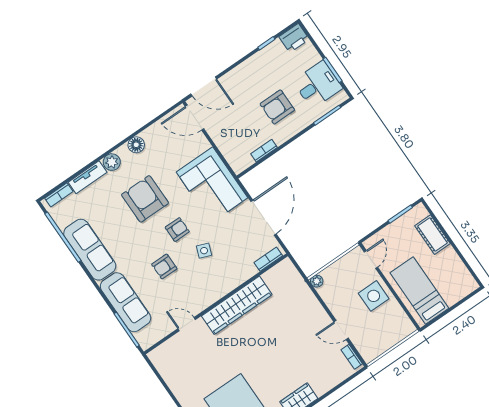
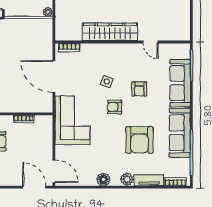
armchair: (145, 199) -> (139, 140), moved
door: (263, 218) -> (54, 76), hinge flipped
armchair: (164, 266) -> (139, 89), turned 90

